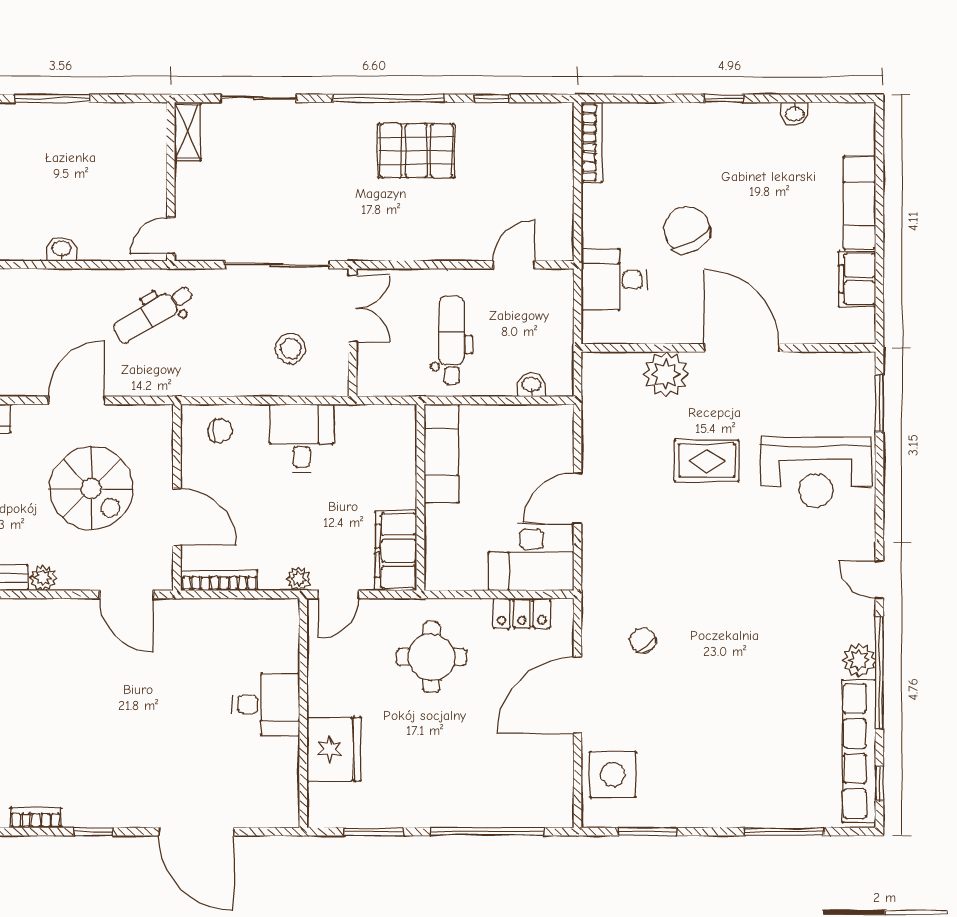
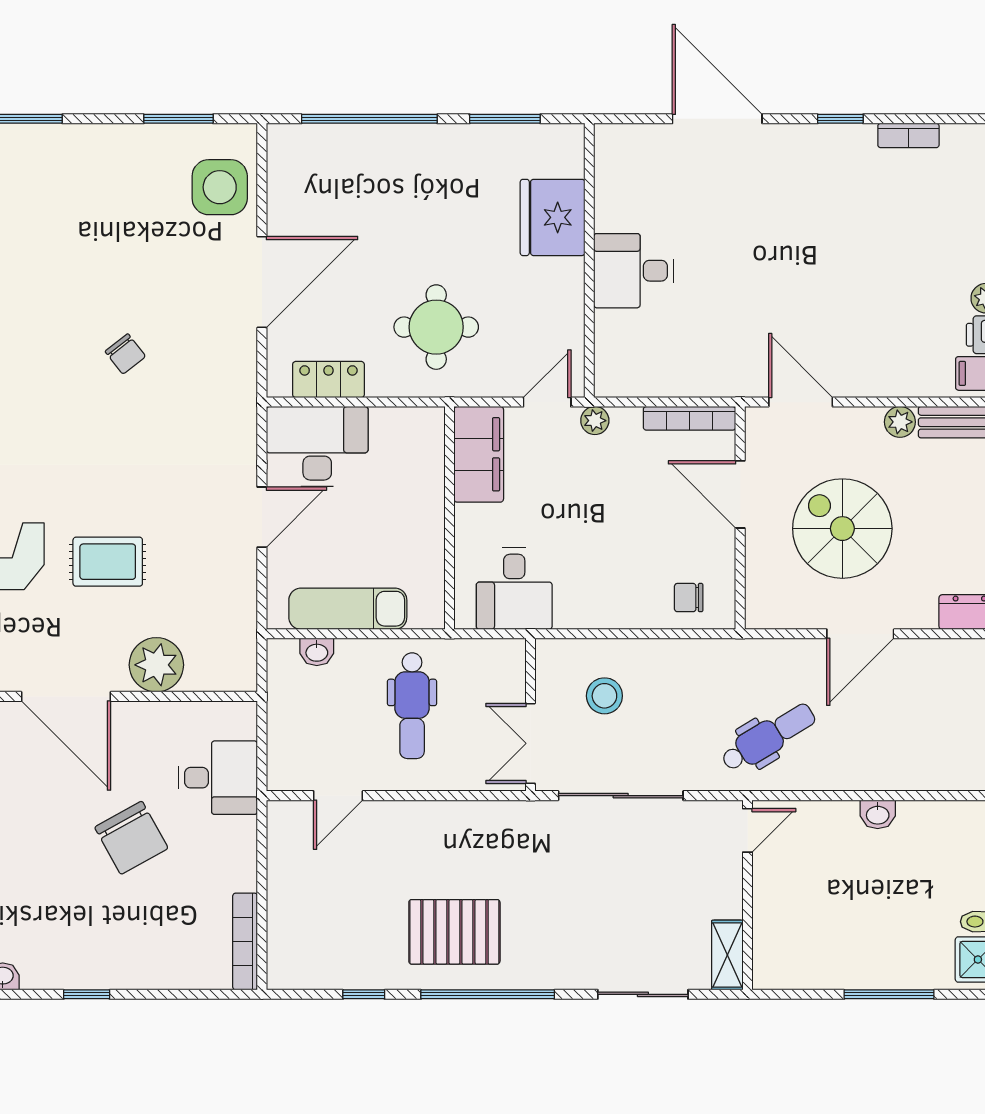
desk: (302, 438) -> (514, 589), moved
exam couch: (441, 453) -> (348, 609), moved, turned 90
chair: (643, 640) -> (125, 354), moved

